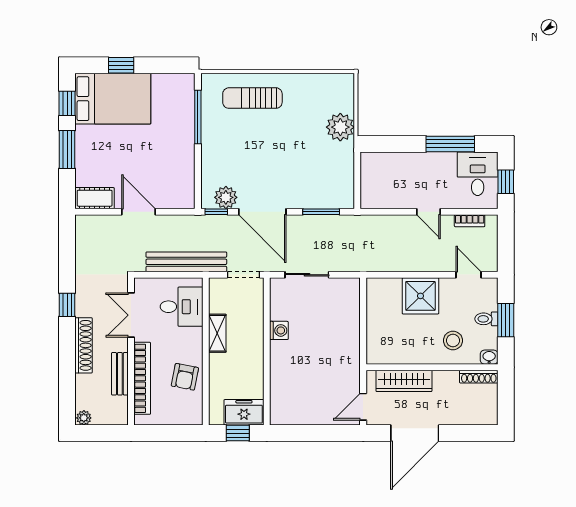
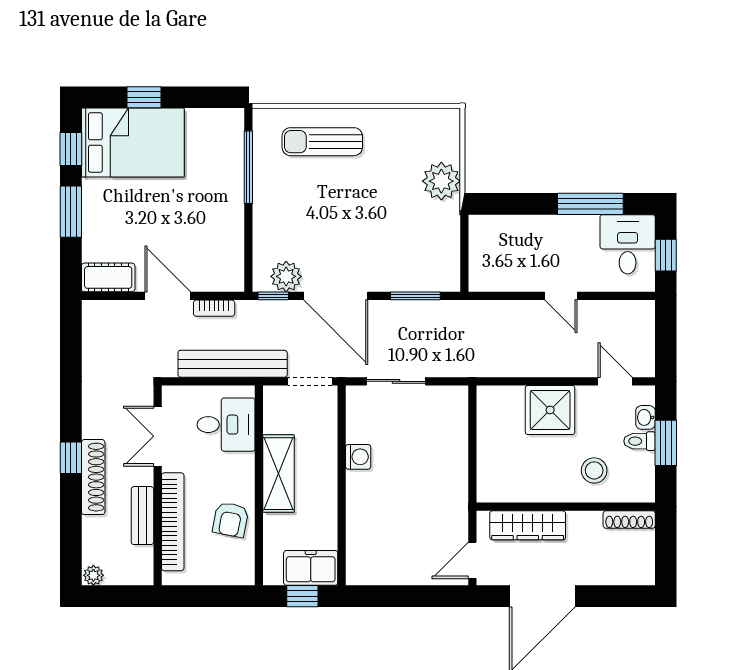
bookcase: (470, 221) -> (214, 308), moved
window: (67, 305) -> (71, 458), moved
shelving: (217, 333) -> (279, 474), width x1.50, depth x1.33
washbasin: (489, 357) -> (645, 417), moved, turned -90

